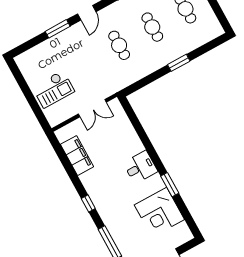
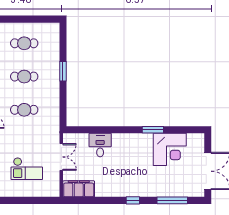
checkout: (53, 89) -> (27, 169), moved, turned 90
filing cabinet: (77, 156) -> (79, 189), moved
desk: (140, 167) -> (100, 145), moved

